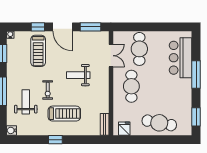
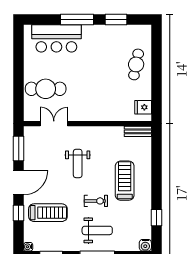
cafe table: (131, 86) -> (91, 99), removed
weight bench: (26, 102) -> (97, 230), moved, turned 180
window: (196, 117) -> (116, 19), moved
cafe table: (159, 123) -> (136, 64), width x0.73, depth x0.74
window: (55, 140) -> (156, 218), moved

